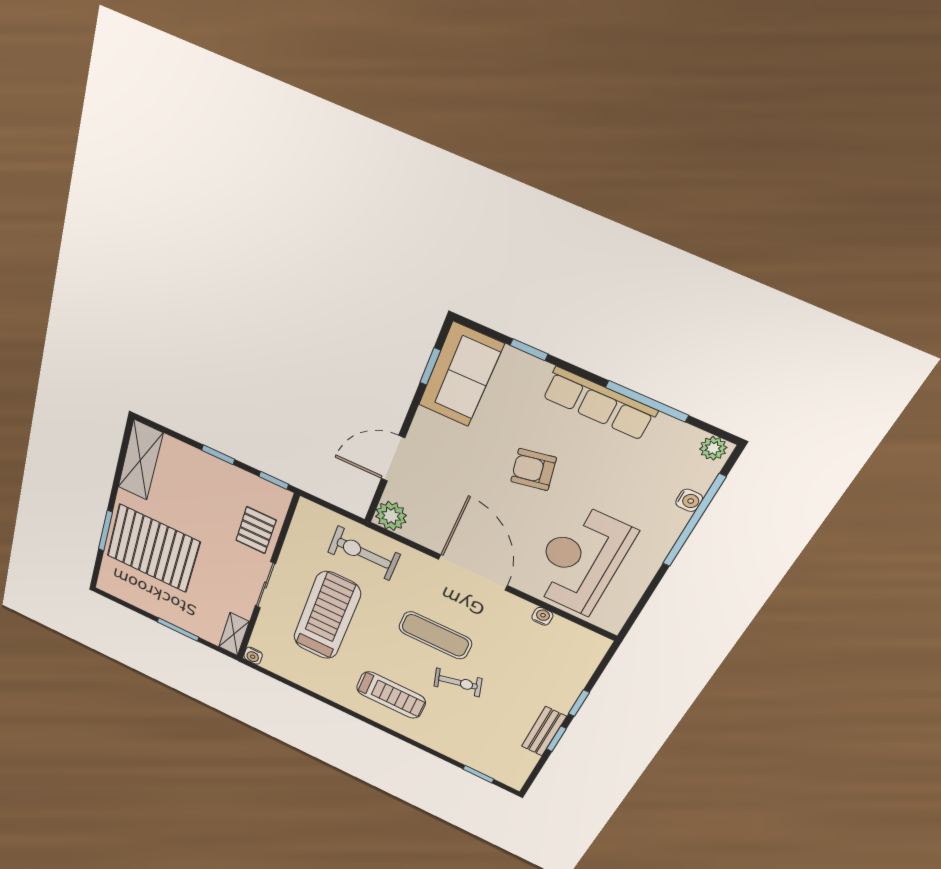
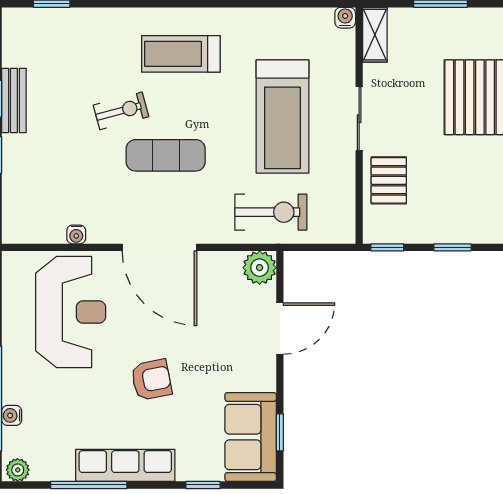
exercise bike: (458, 682) -> (121, 111), turned 180

